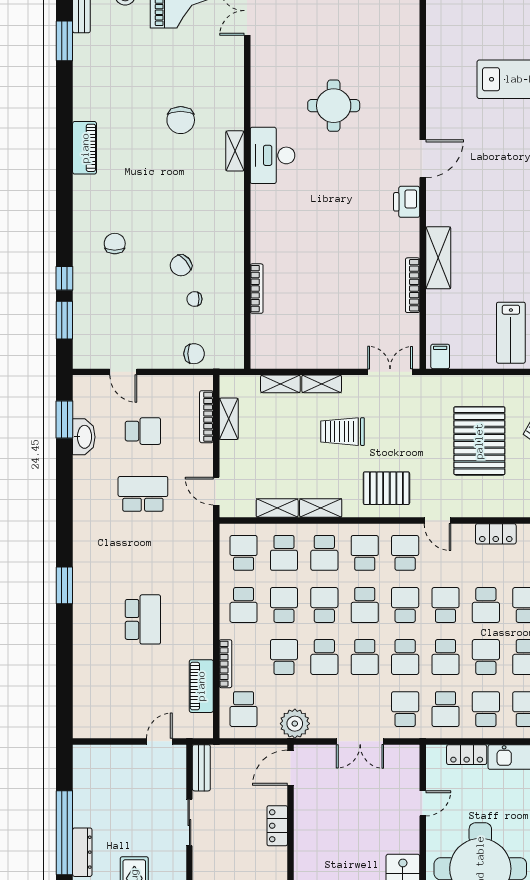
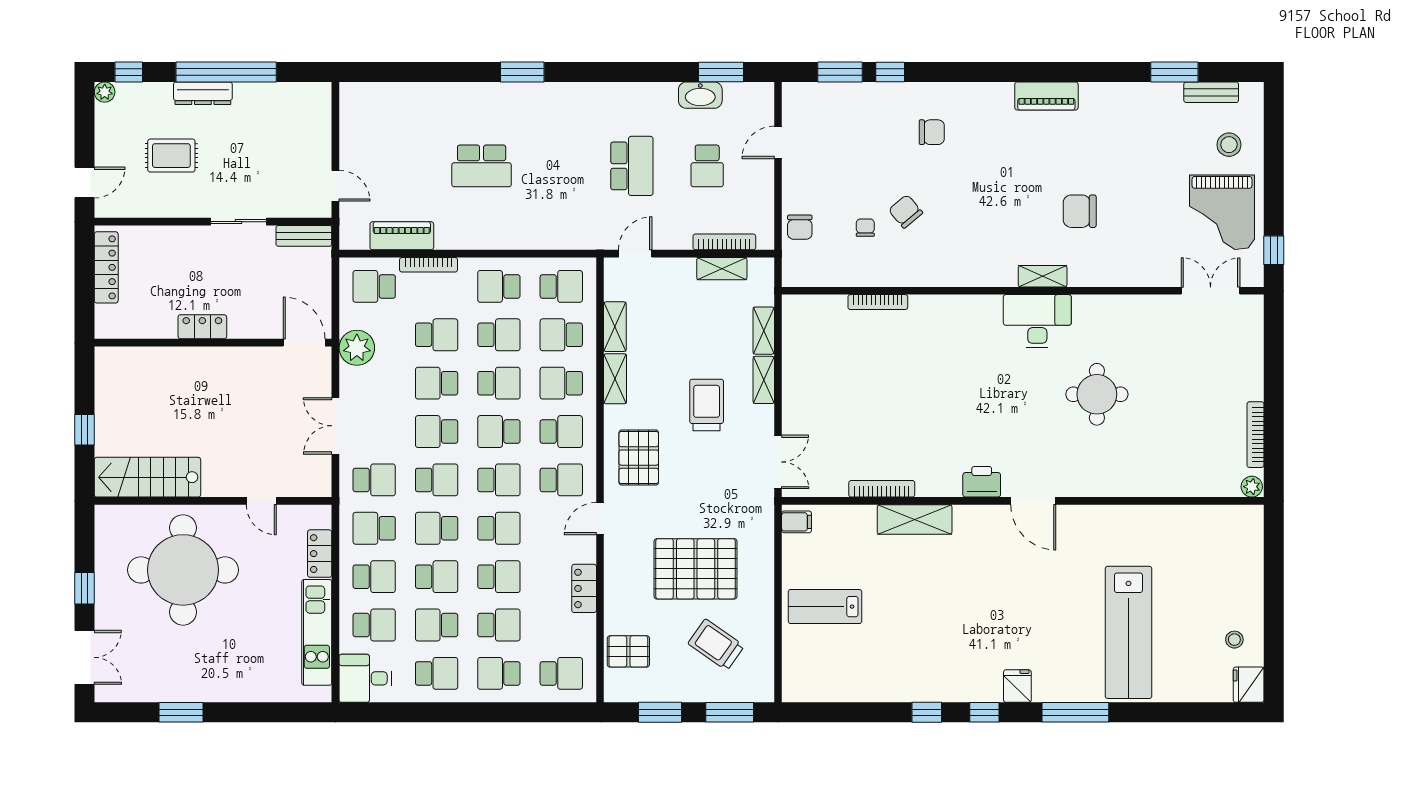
school desk: (486, 605) -> (499, 577), turned 180
school desk: (405, 657) -> (437, 480), turned 180
locker: (277, 826) -> (202, 327), moved

